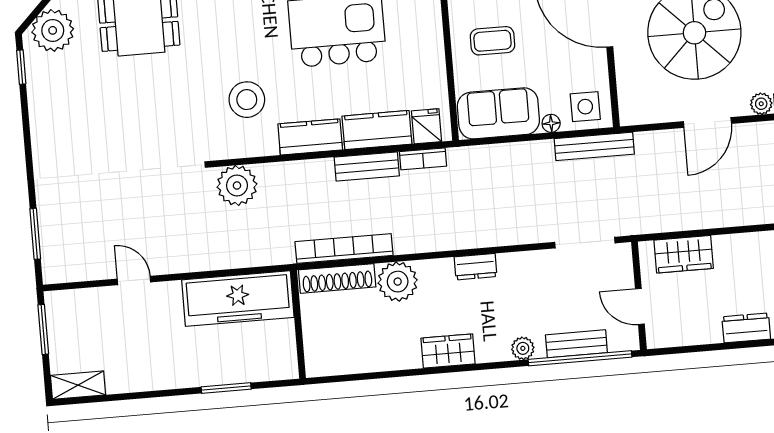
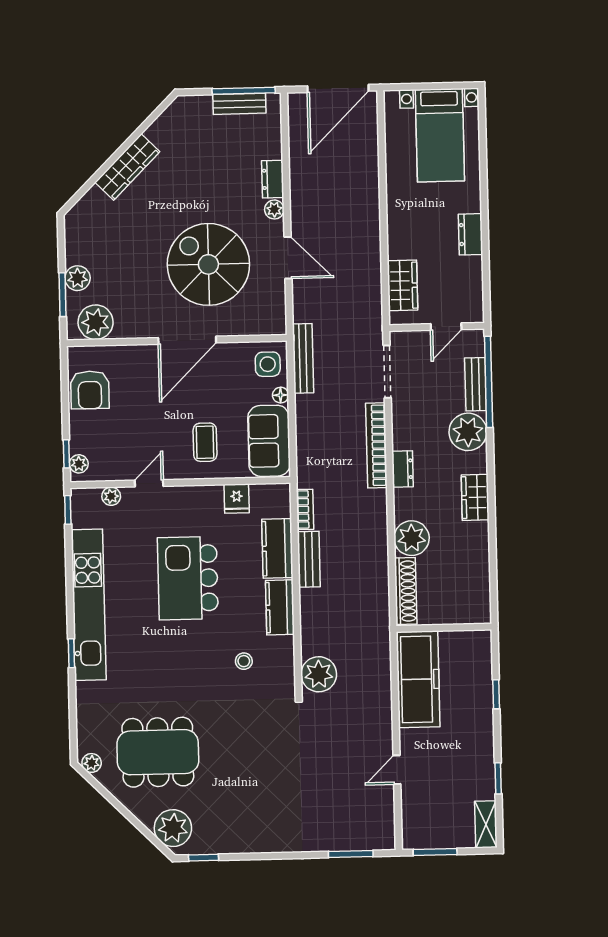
stool: (247, 100) -> (244, 661), width x0.53, depth x0.53
fridge: (427, 126) -> (237, 499), moved, turned -90
bookcase: (344, 249) -> (376, 445), moved
plant: (523, 348) -> (468, 432), width x1.87, depth x1.87
window: (226, 388) -> (496, 694), width x0.67
window: (131, 396) -> (498, 778), added

